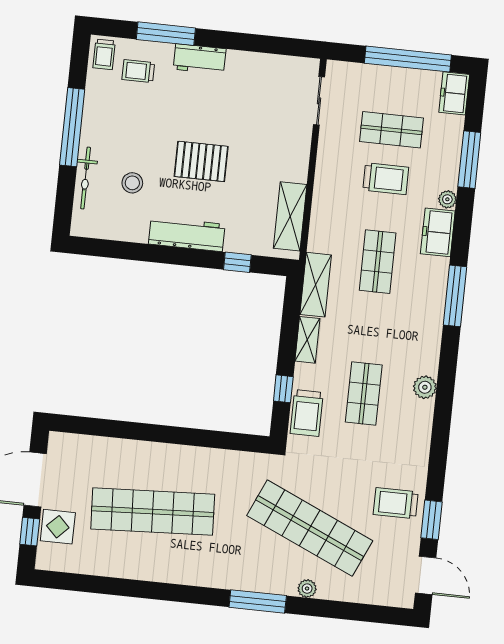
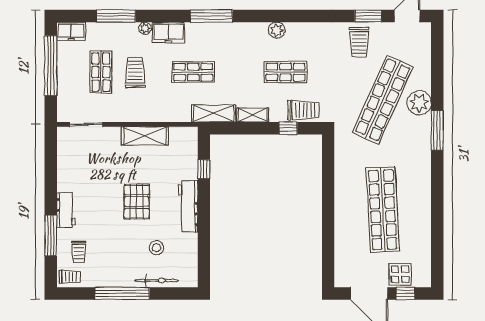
shelving: (290, 216) -> (145, 136), moved
plant: (307, 589) -> (419, 103), width x1.87, depth x1.87

